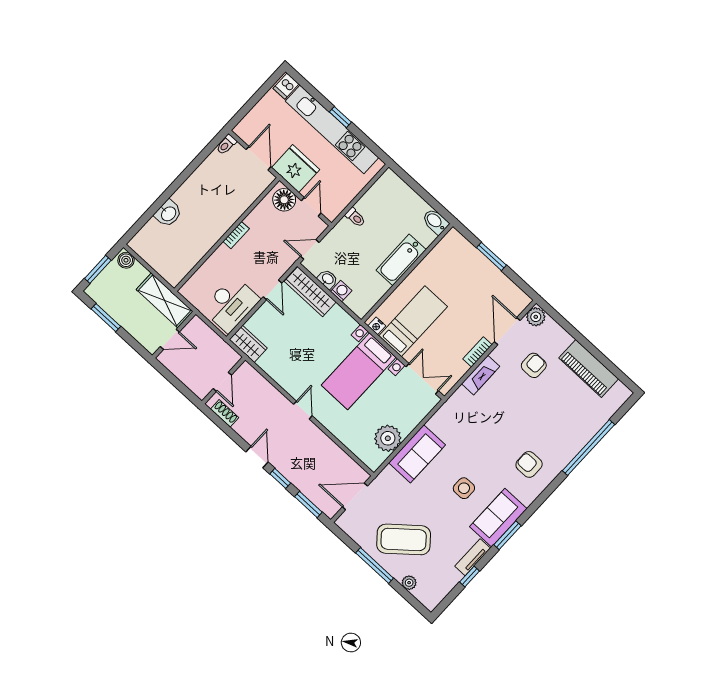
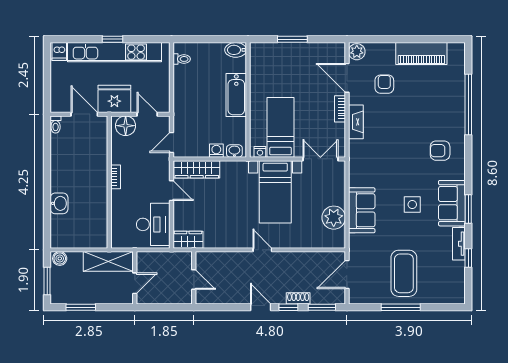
toilet: (355, 217) -> (182, 59), moved
washbasin: (328, 279) -> (234, 151), moved
shoe rack: (225, 413) -> (298, 298), moved
coffee table: (404, 539) -> (404, 273), turned -50
plant: (409, 583) -> (433, 298), removed

